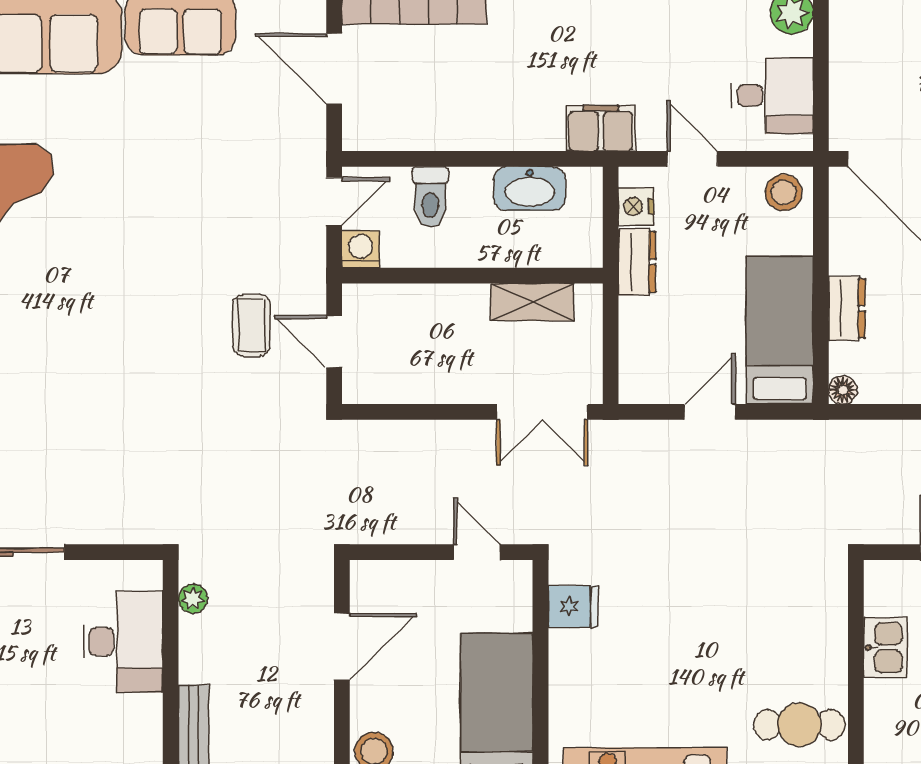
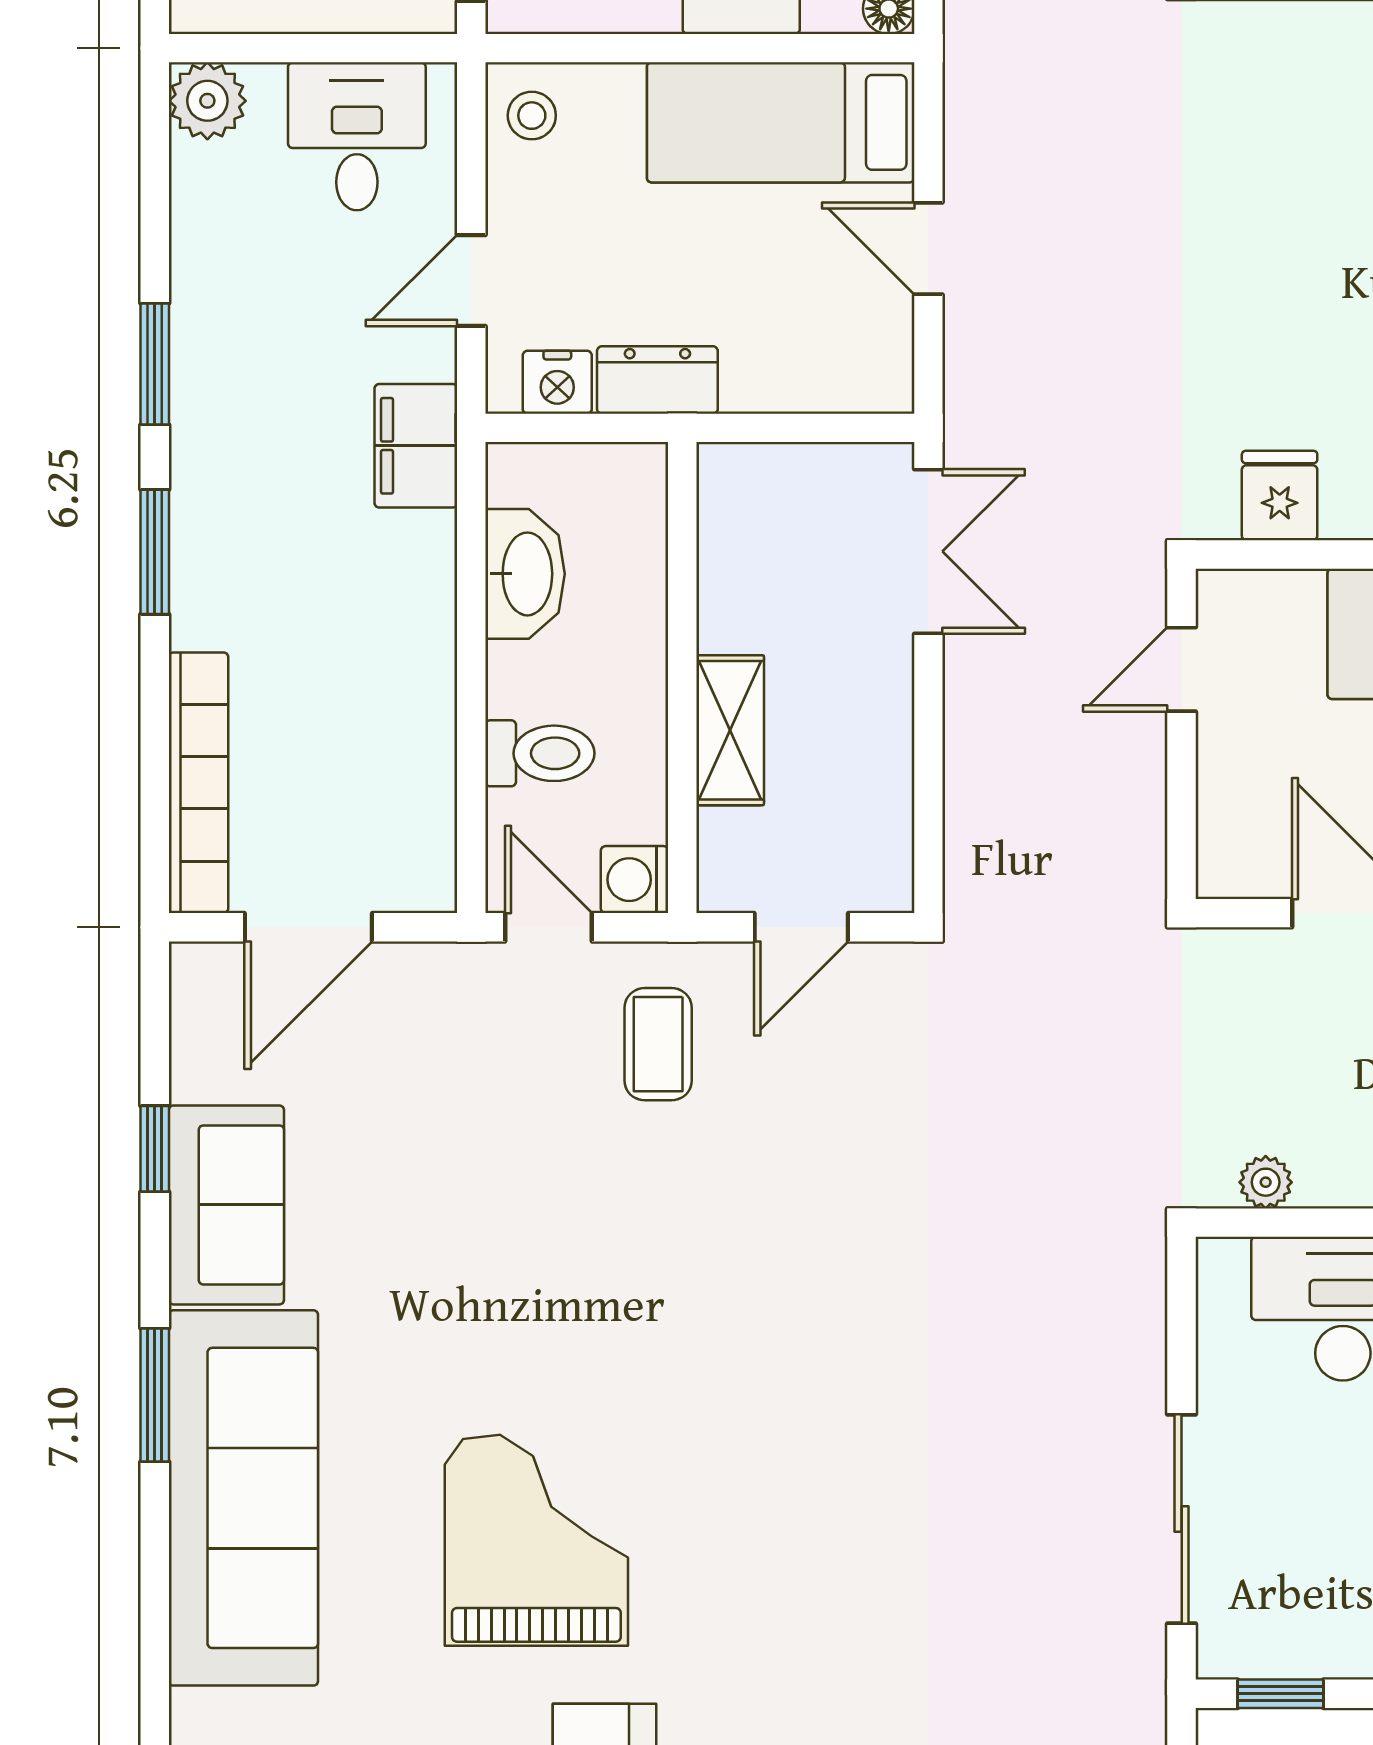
stool: (784, 192) -> (532, 116), width x0.73, depth x0.73
shelving: (532, 302) -> (730, 730), moved
coffee table: (251, 325) -> (658, 1044), moved, turned 90

